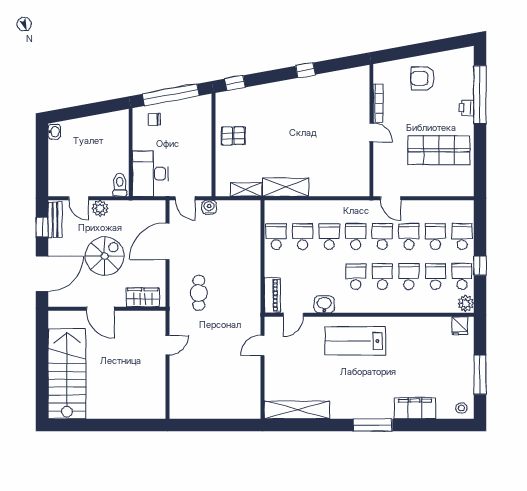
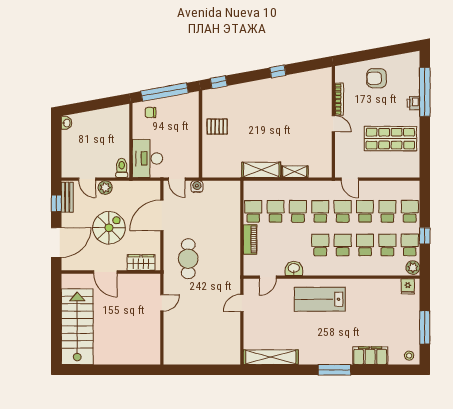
shelving: (246, 189) -> (295, 172), moved
cafe table: (199, 293) -> (188, 259), width x1.37, depth x1.35
piano: (272, 295) -> (250, 239), moved

